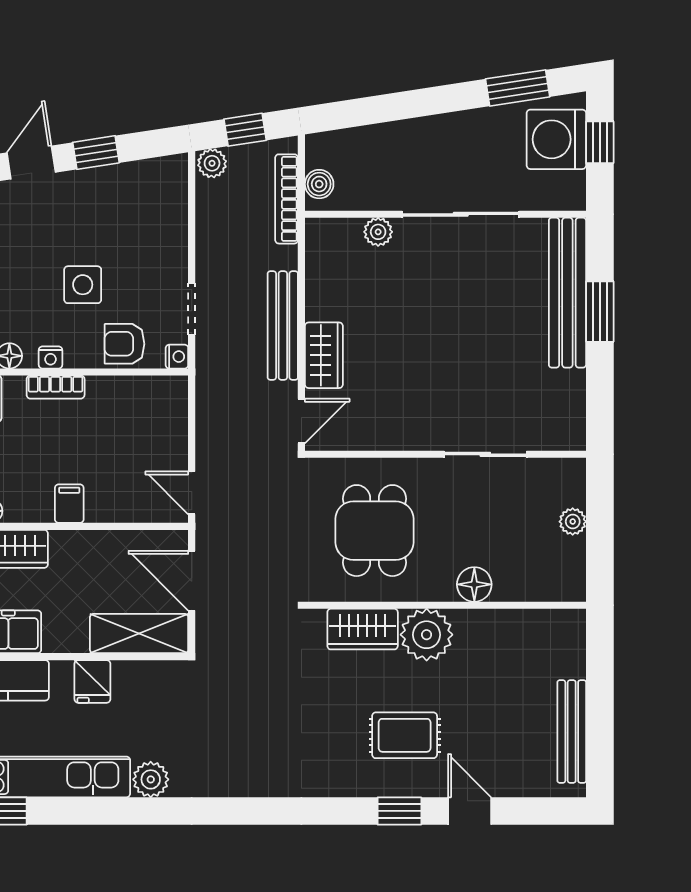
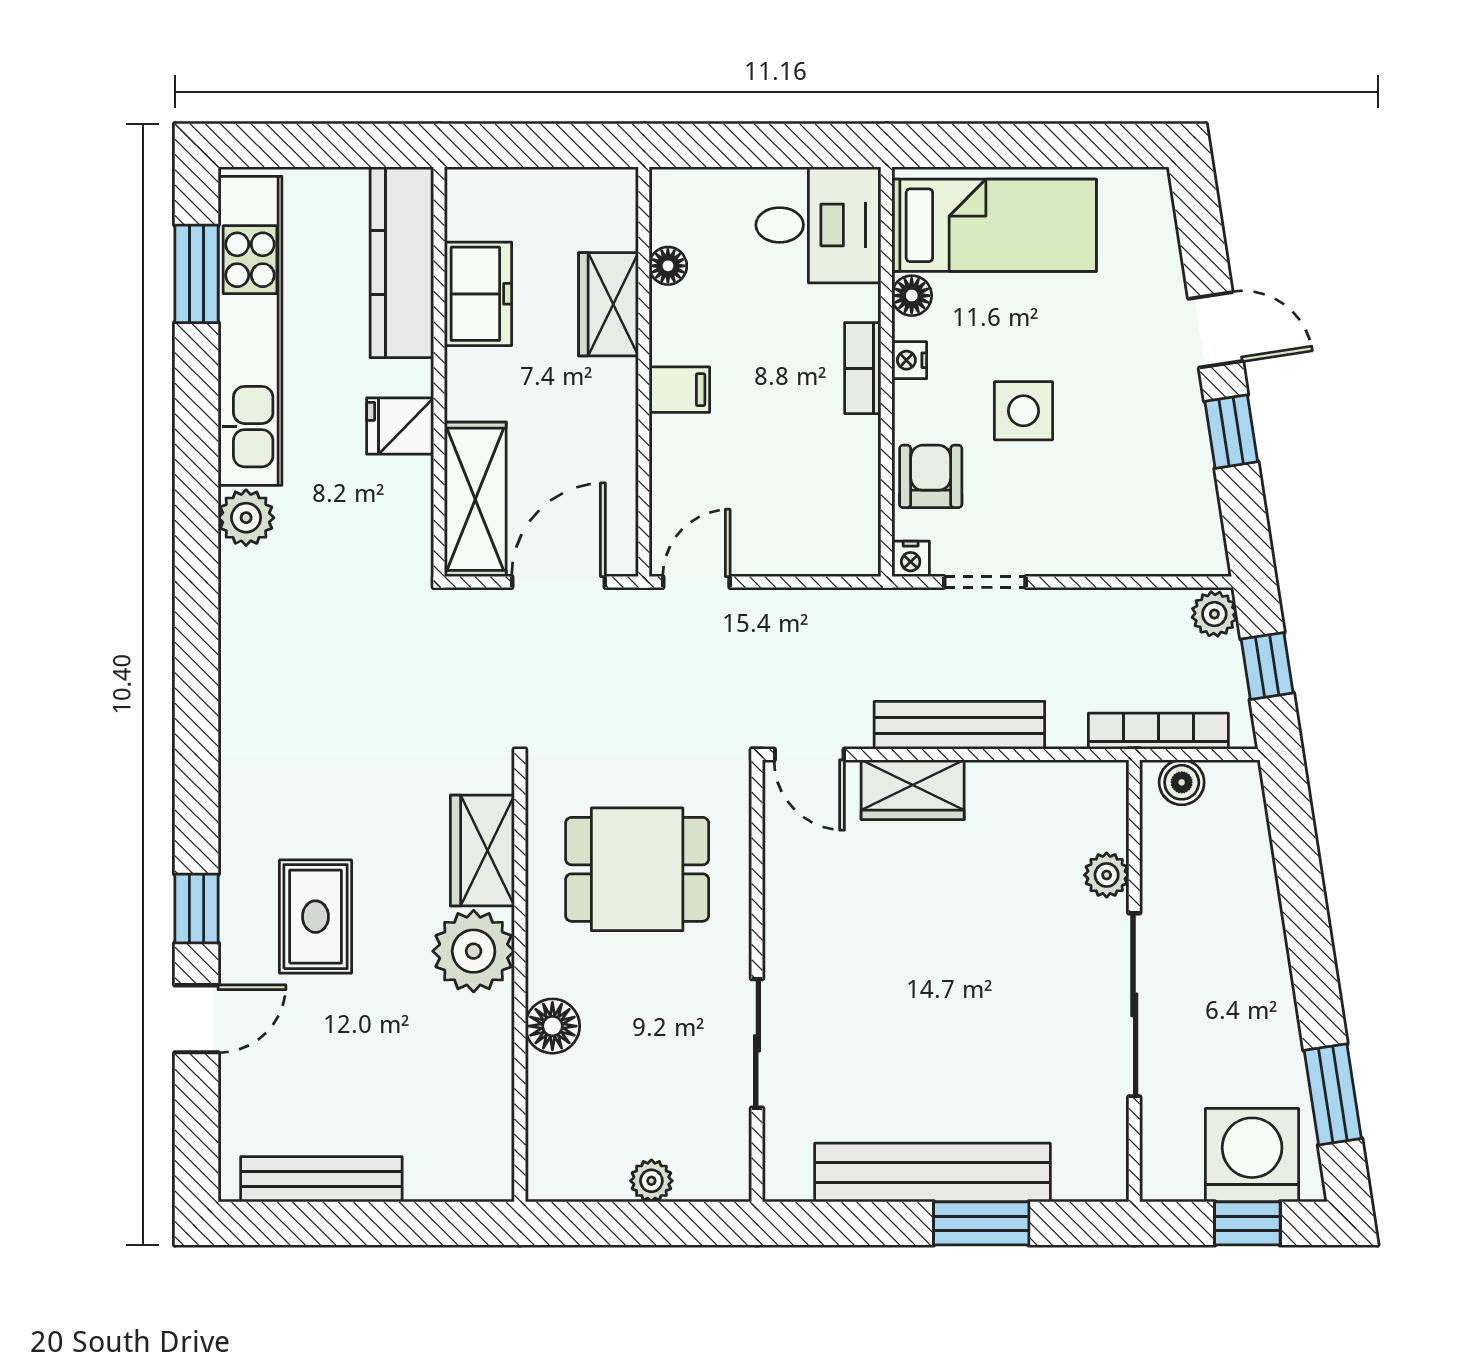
bench: (567, 293) -> (932, 1172), moved

